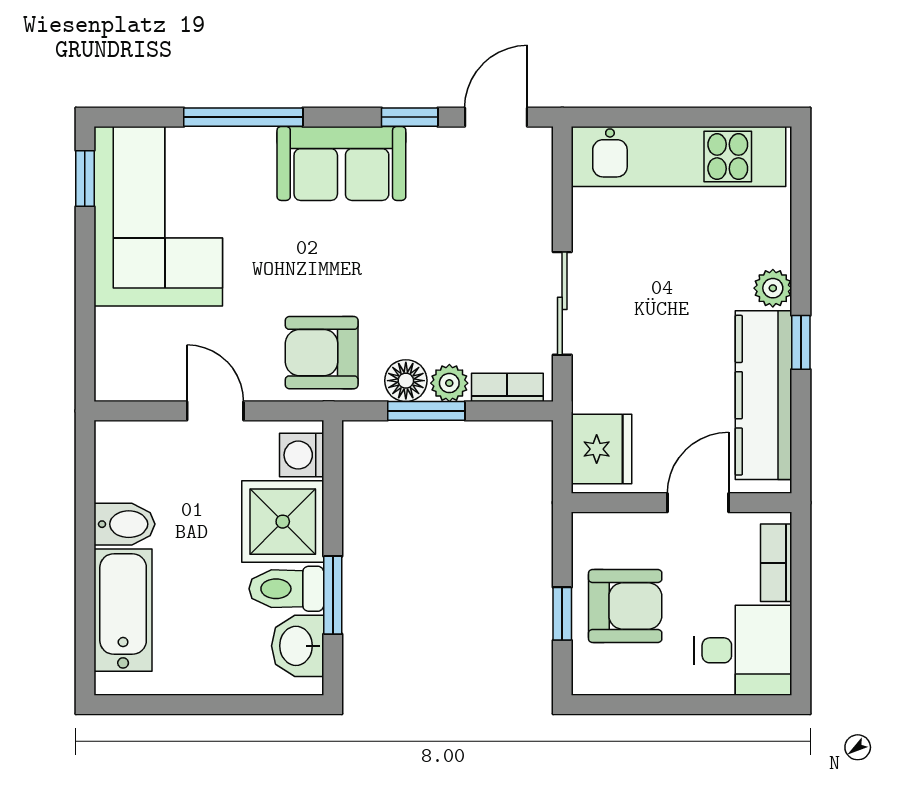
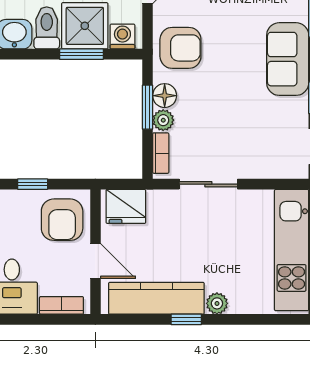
armchair: (322, 353) -> (180, 48), turned 90
window: (333, 595) -> (81, 54), moved
armchair: (625, 606) -> (62, 220), moved

